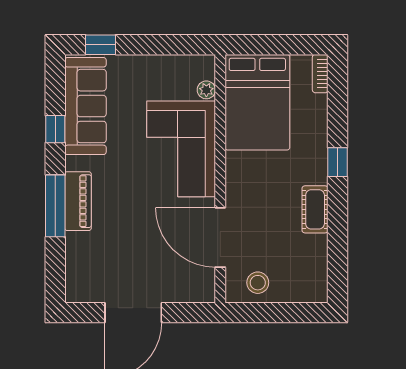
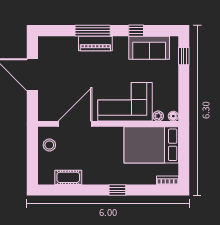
floor lamp: (207, 63) -> (173, 116), added
sofa: (85, 106) -> (149, 48), width x0.73
cot: (315, 209) -> (68, 177), moved

